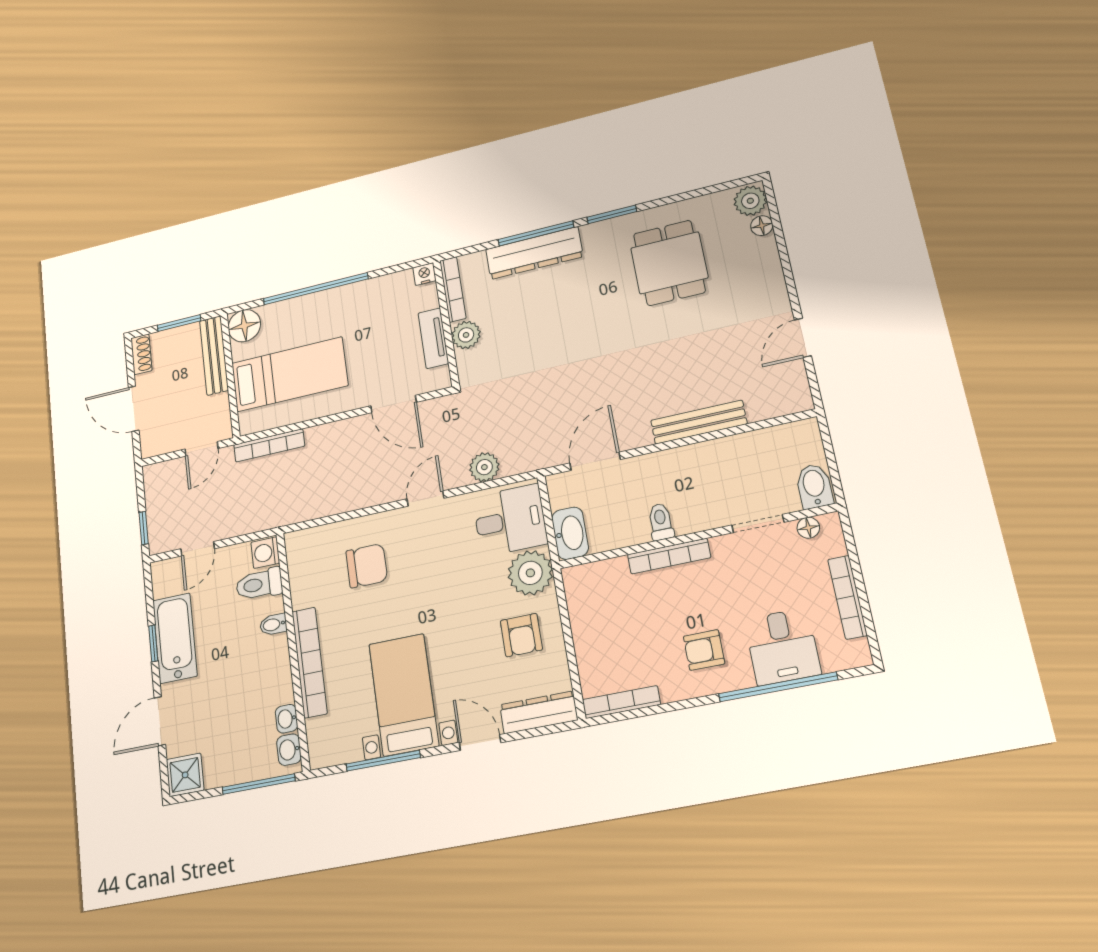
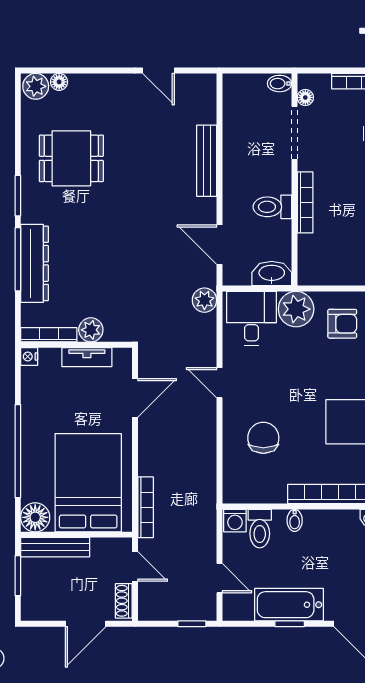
shoe rack: (141, 354) -> (124, 601), moved, turned -90
bed: (289, 374) -> (88, 483), width x1.50
plant: (484, 467) -> (204, 300), moved
bidet: (814, 486) -> (280, 84), width x0.72, depth x0.74
toilet: (661, 522) -> (272, 207), width x1.37, depth x1.39
doorway: (758, 524) -> (294, 133), width x1.38

